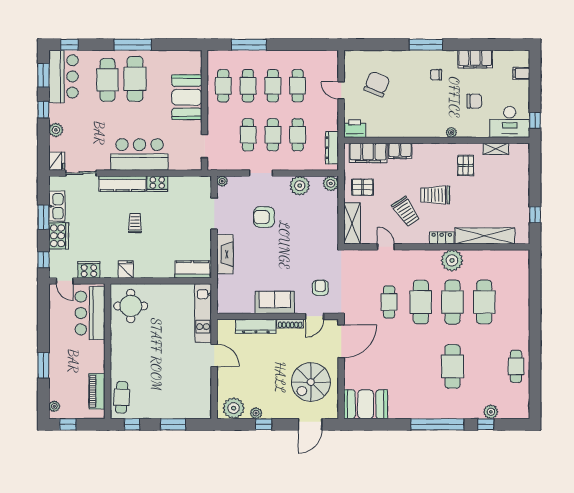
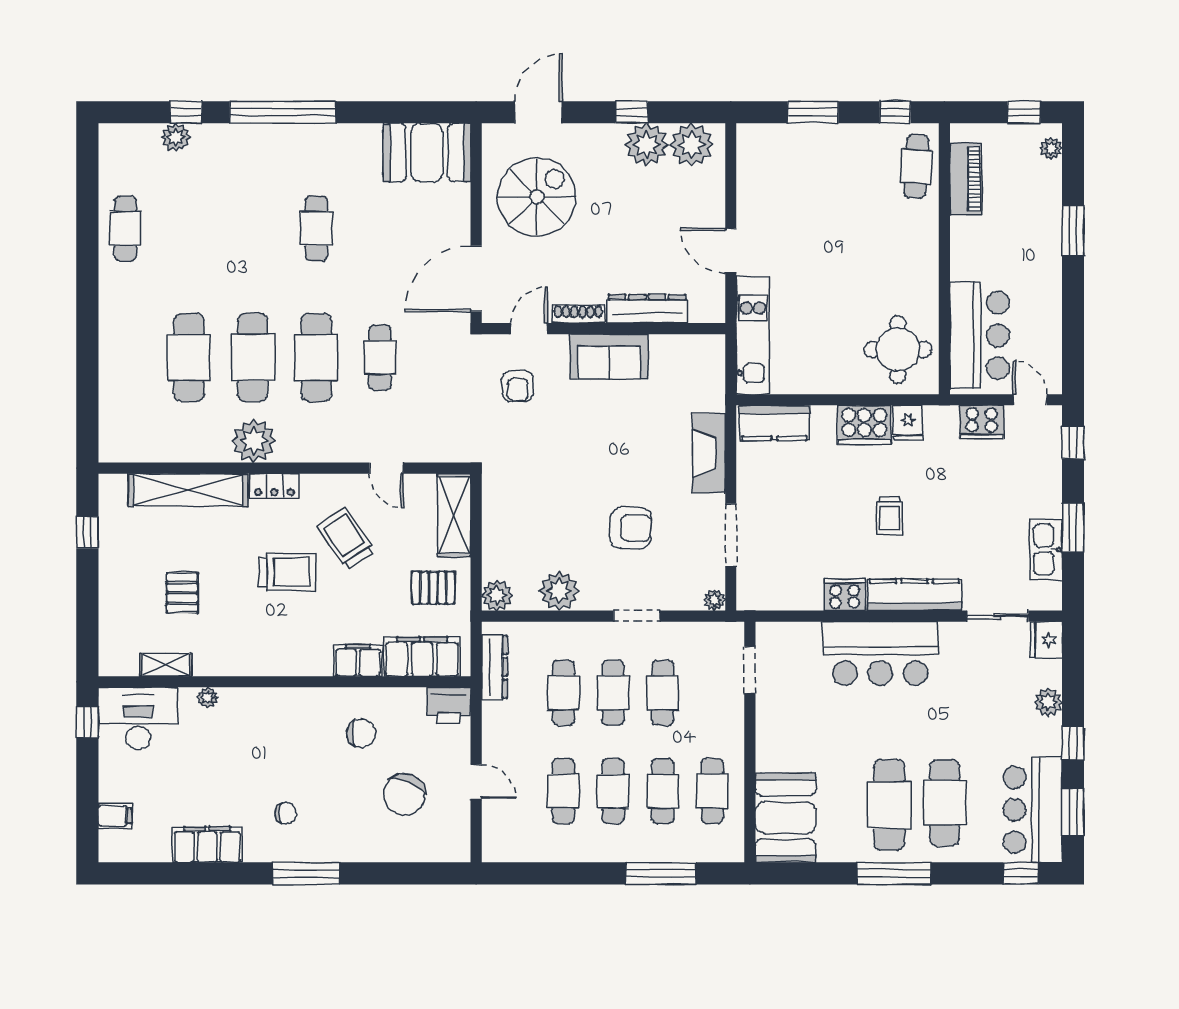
booth: (187, 97) -> (785, 818), moved
chair: (474, 101) -> (361, 733), moved, turned 180
plant: (451, 132) -> (208, 698), moved
pallet: (466, 165) -> (182, 593), moved
cooker: (59, 236) -> (864, 425), moved, turned -90
cafe table: (453, 366) -> (316, 228), moved, width x0.73, depth x0.74
plant: (256, 413) -> (647, 145), width x1.88, depth x1.88

